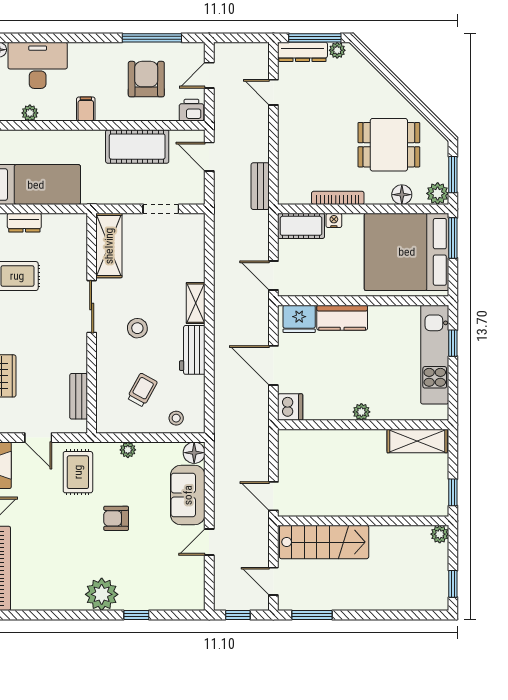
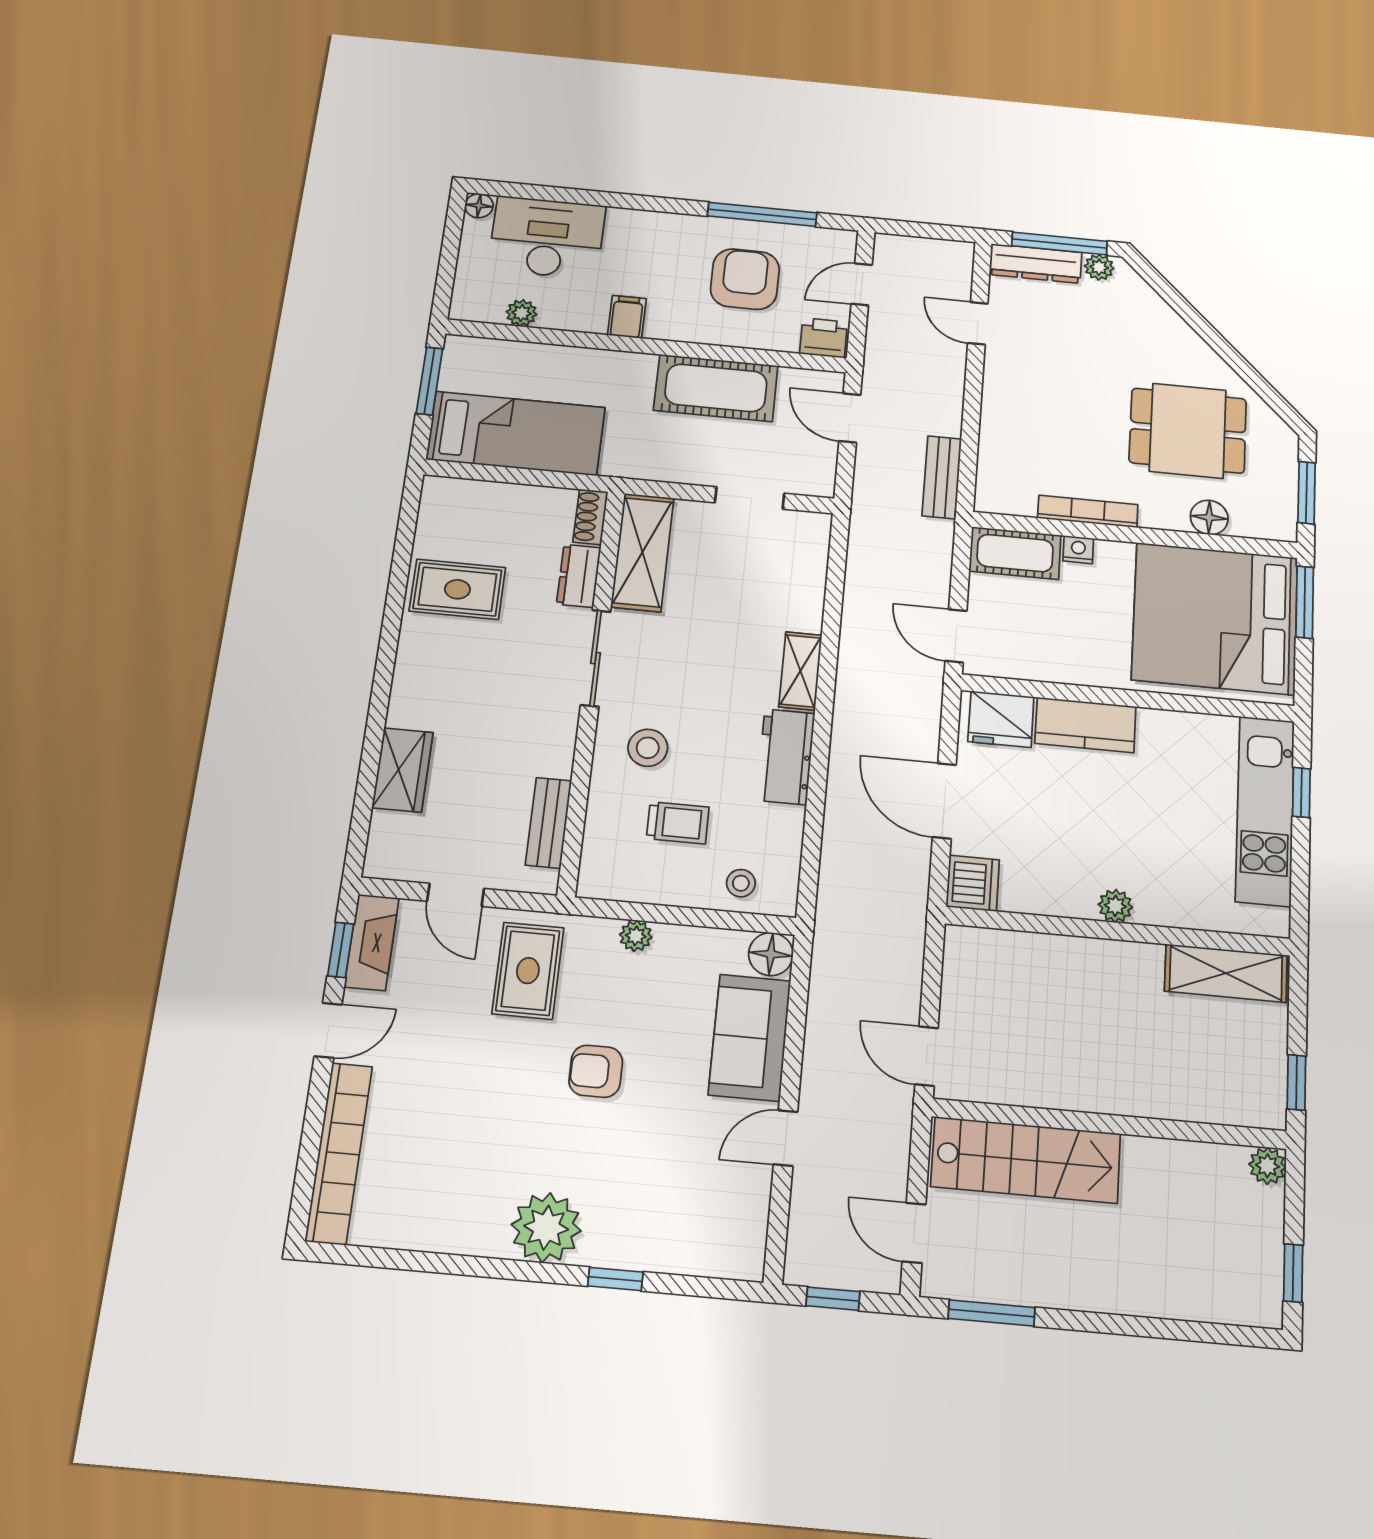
plant: (438, 193) -> (1277, 522), removed
dresser: (24, 223) -> (579, 576), moved, turned 90
shoe rack: (80, 228) -> (590, 517), added
stool: (137, 328) -> (648, 748), moved
trolley: (142, 390) -> (678, 823), turned 61

